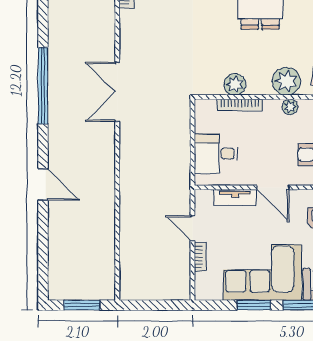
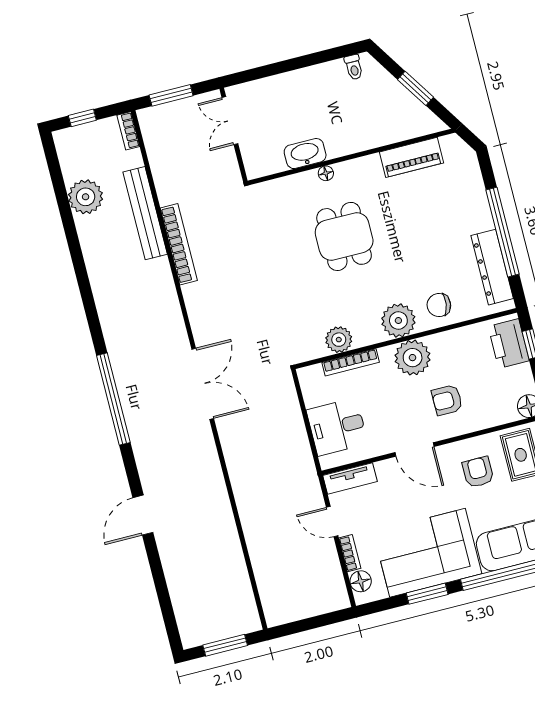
double door: (117, 92) -> (203, 384), swing flipped
plant: (290, 107) -> (413, 358), width x1.88, depth x1.88
door: (43, 185) -> (143, 515), swing flipped
tv unit: (235, 197) -> (350, 478), moved
floor lamp: (203, 282) -> (361, 581), added

